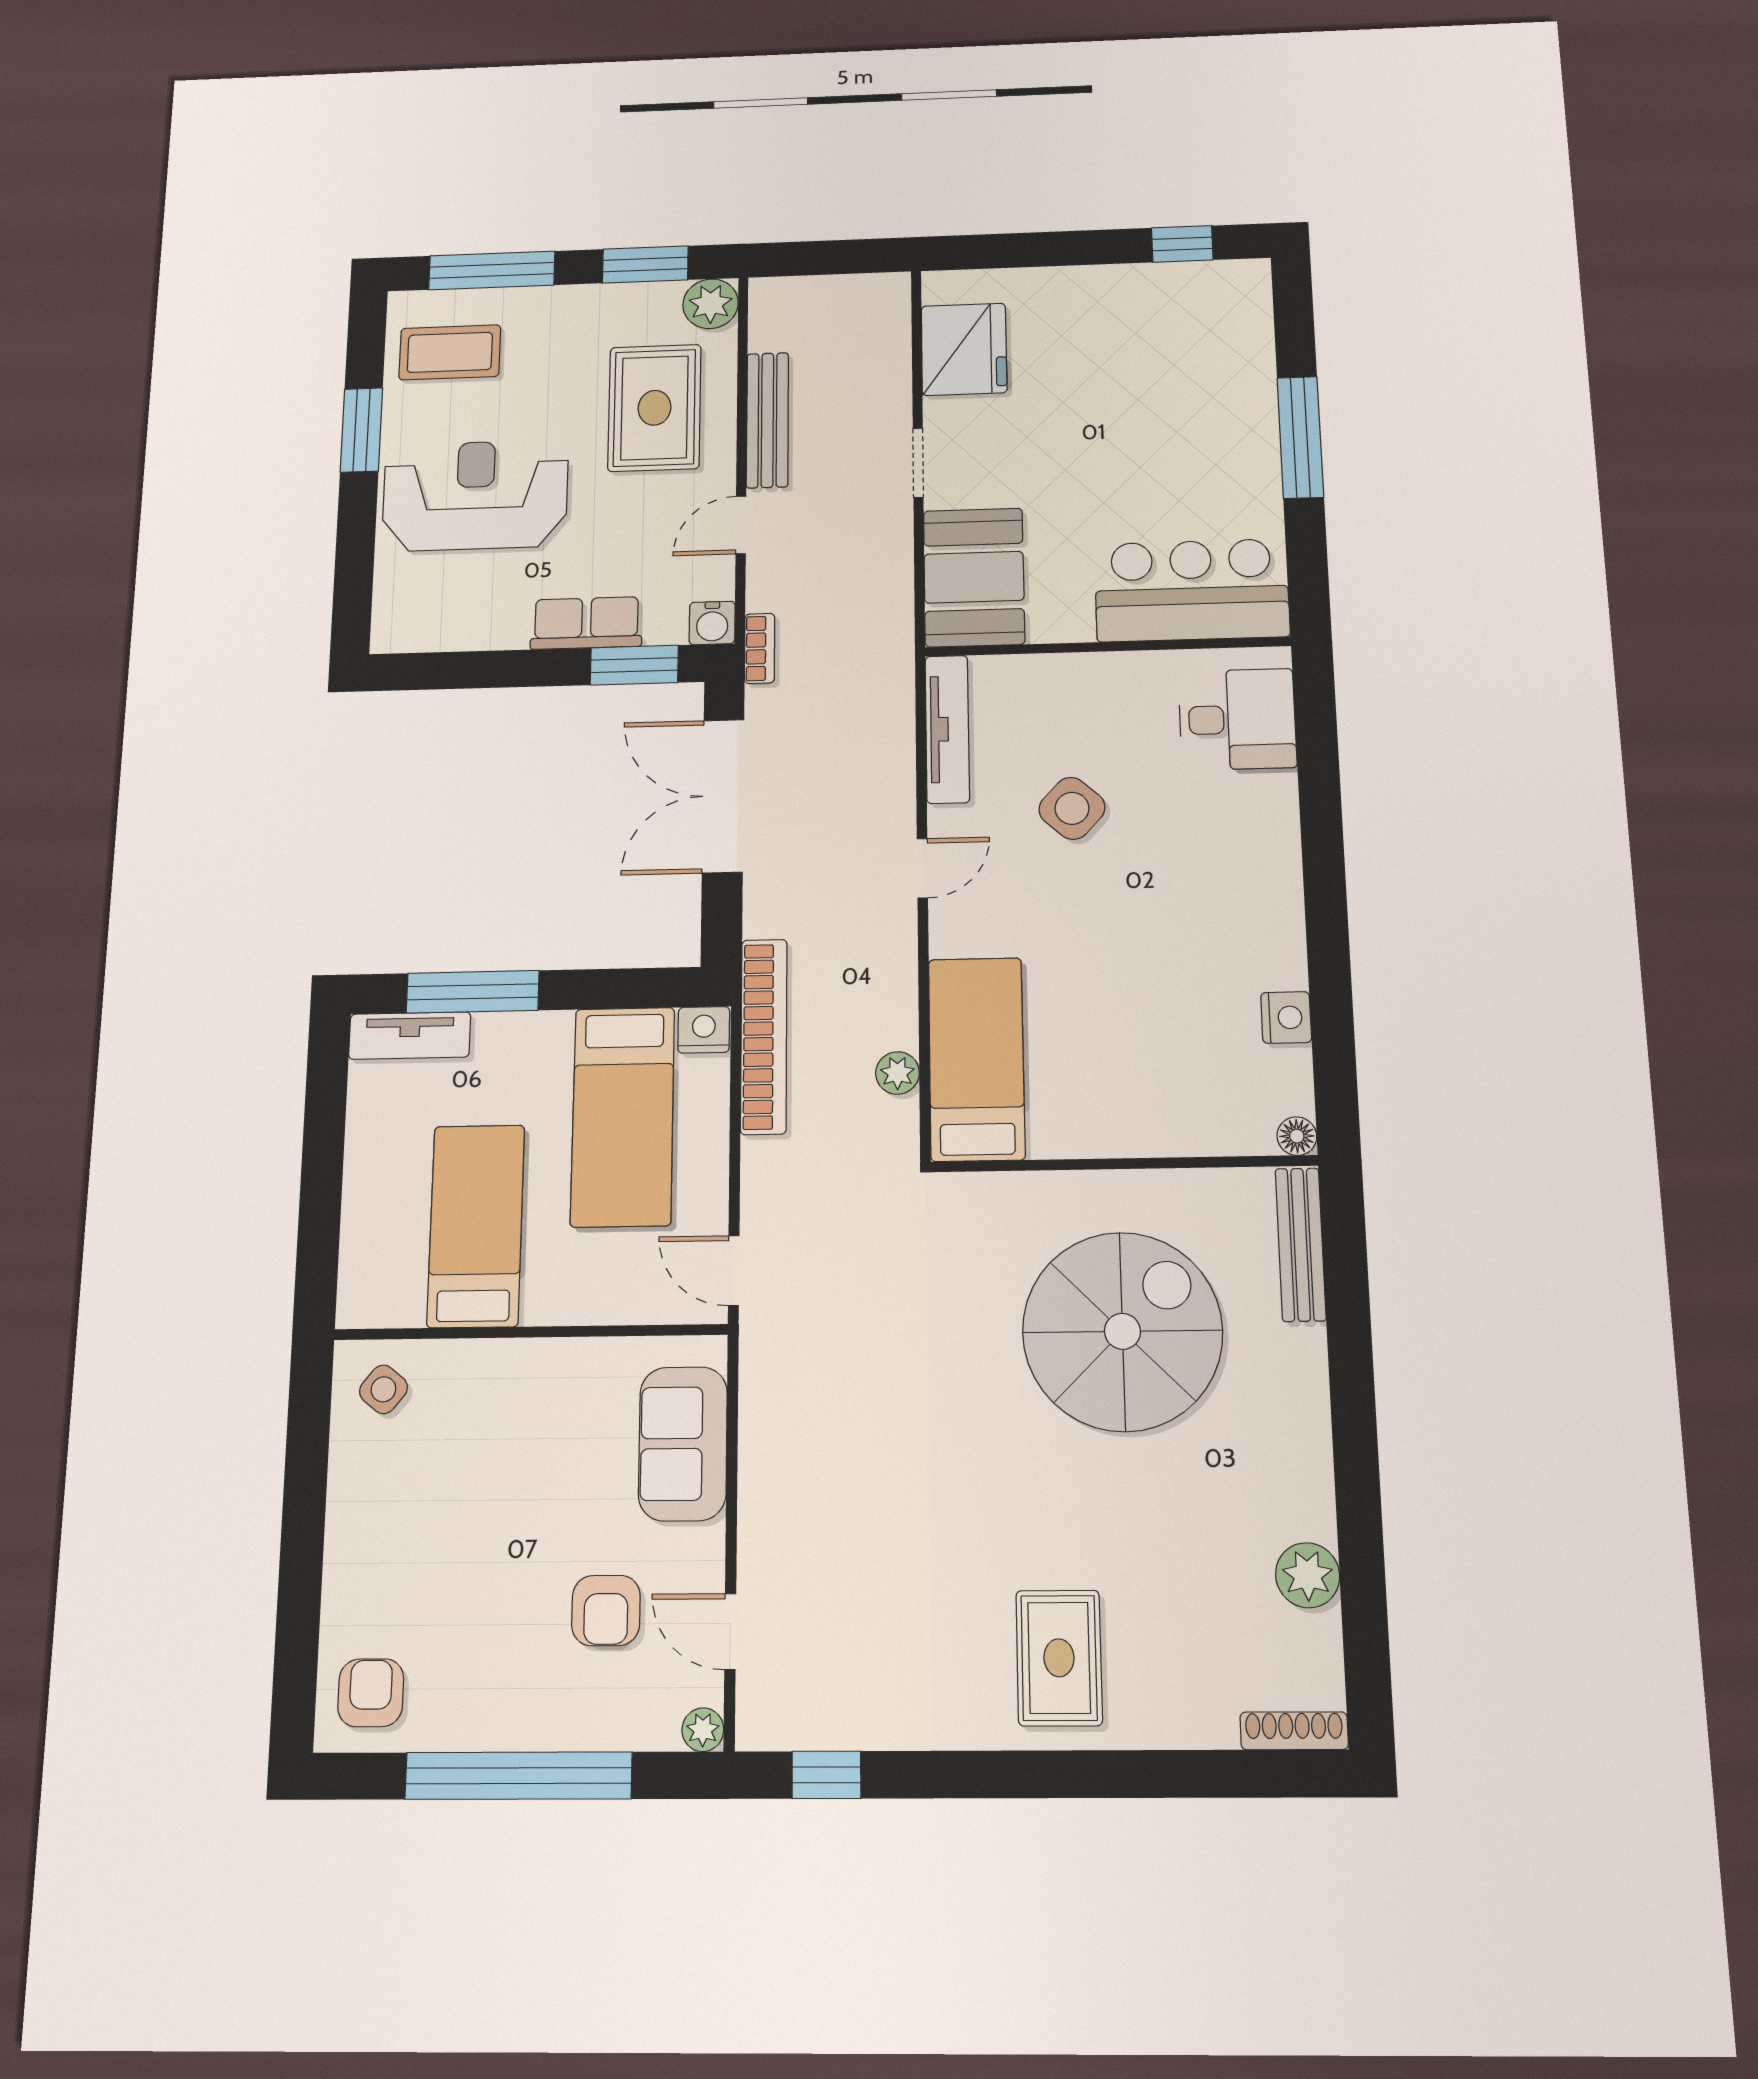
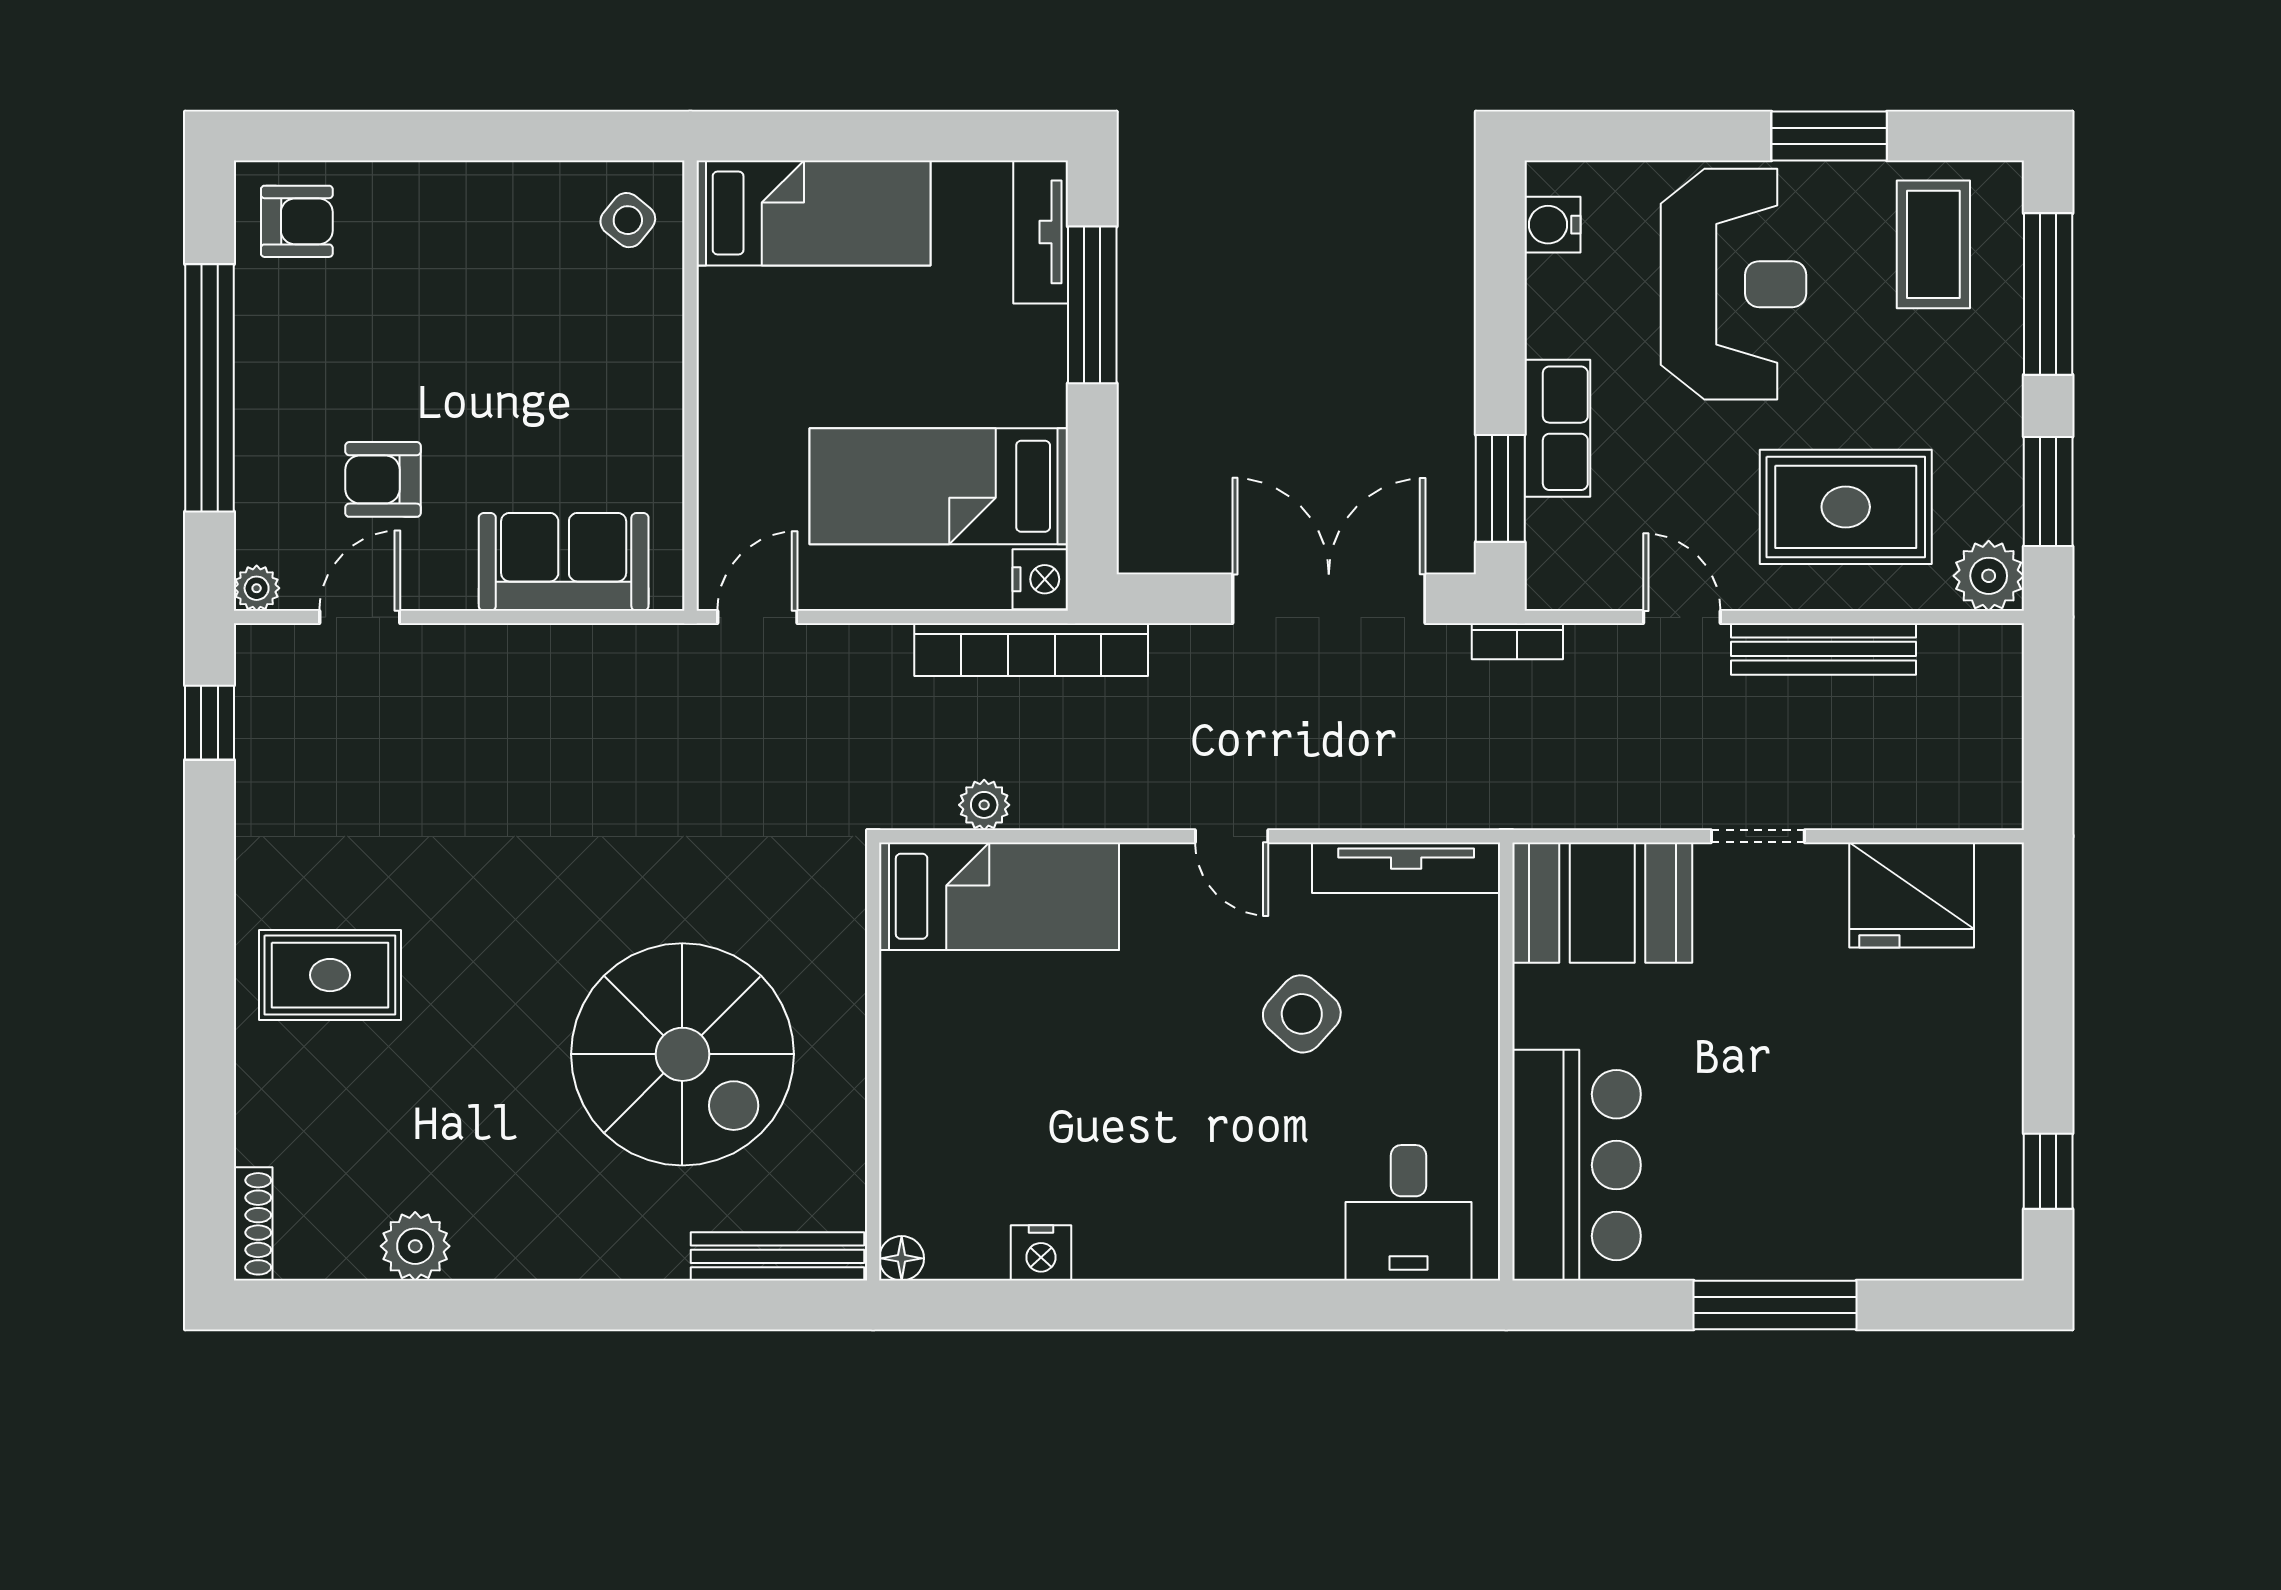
water cooler: (712, 623) -> (1552, 225), moved
bed: (476, 1226) -> (813, 213), moved

